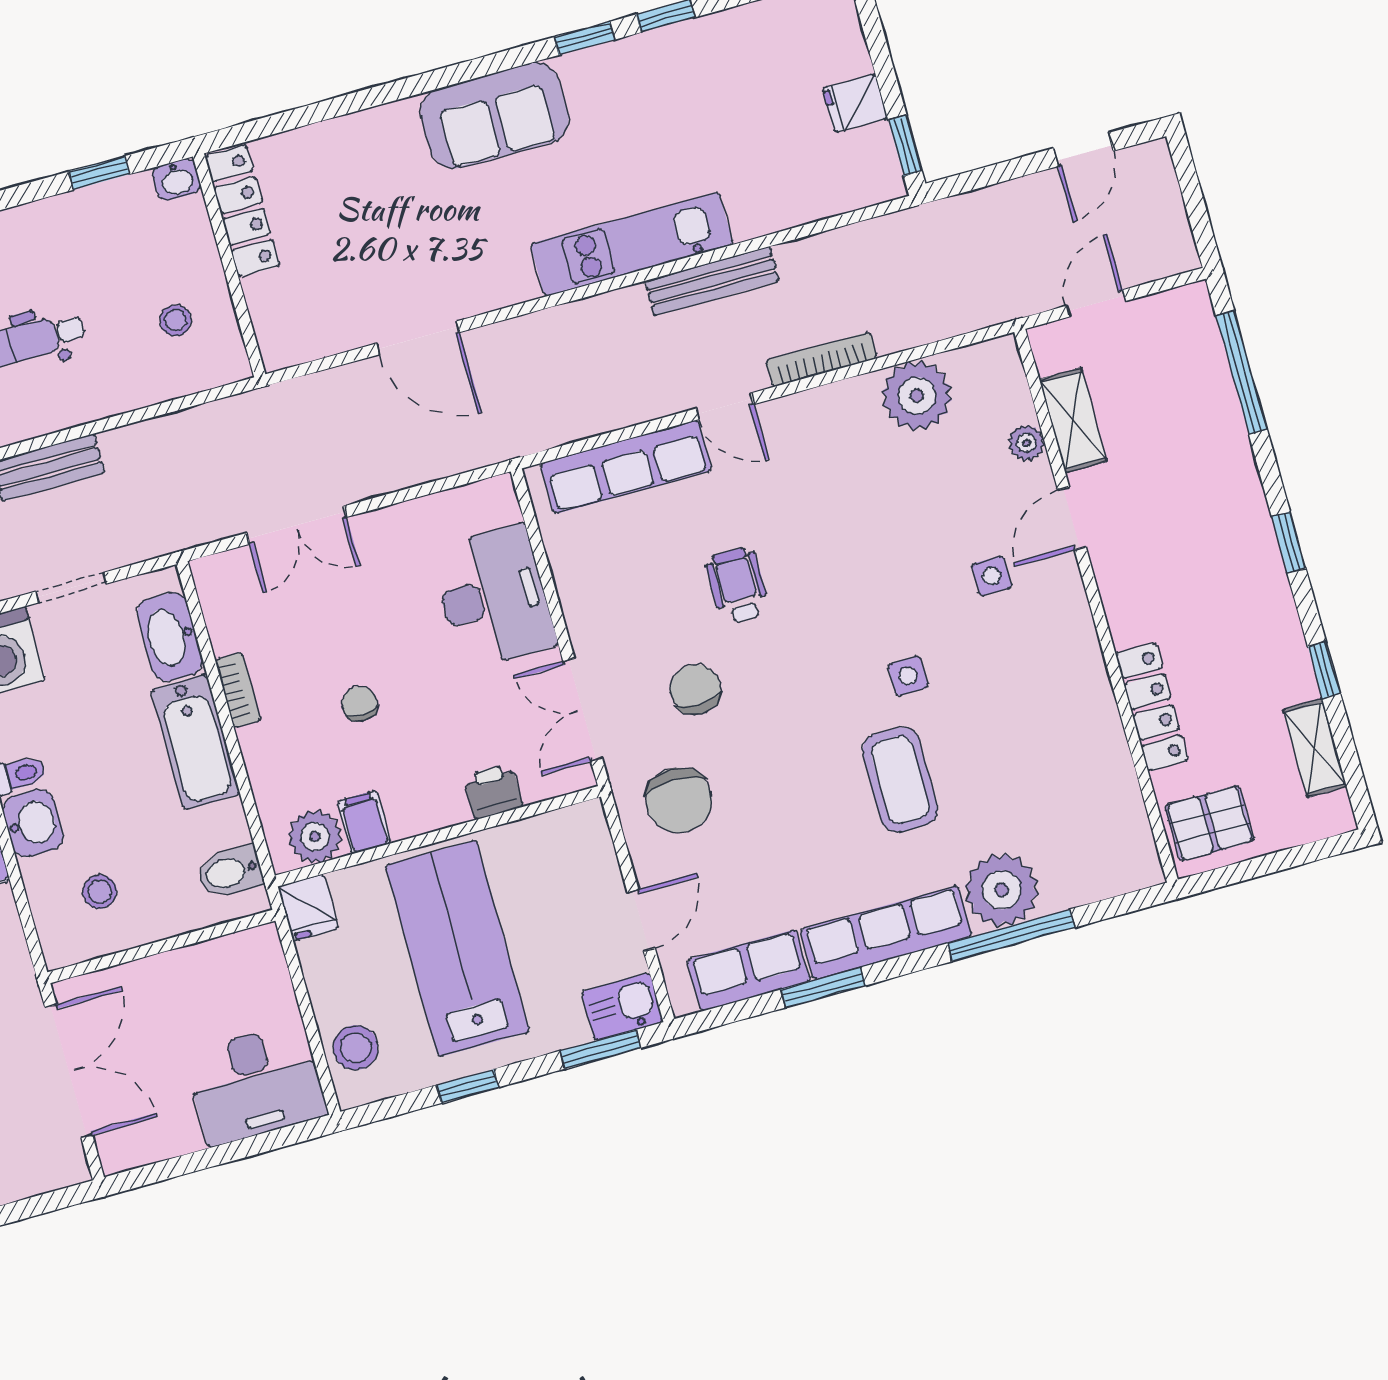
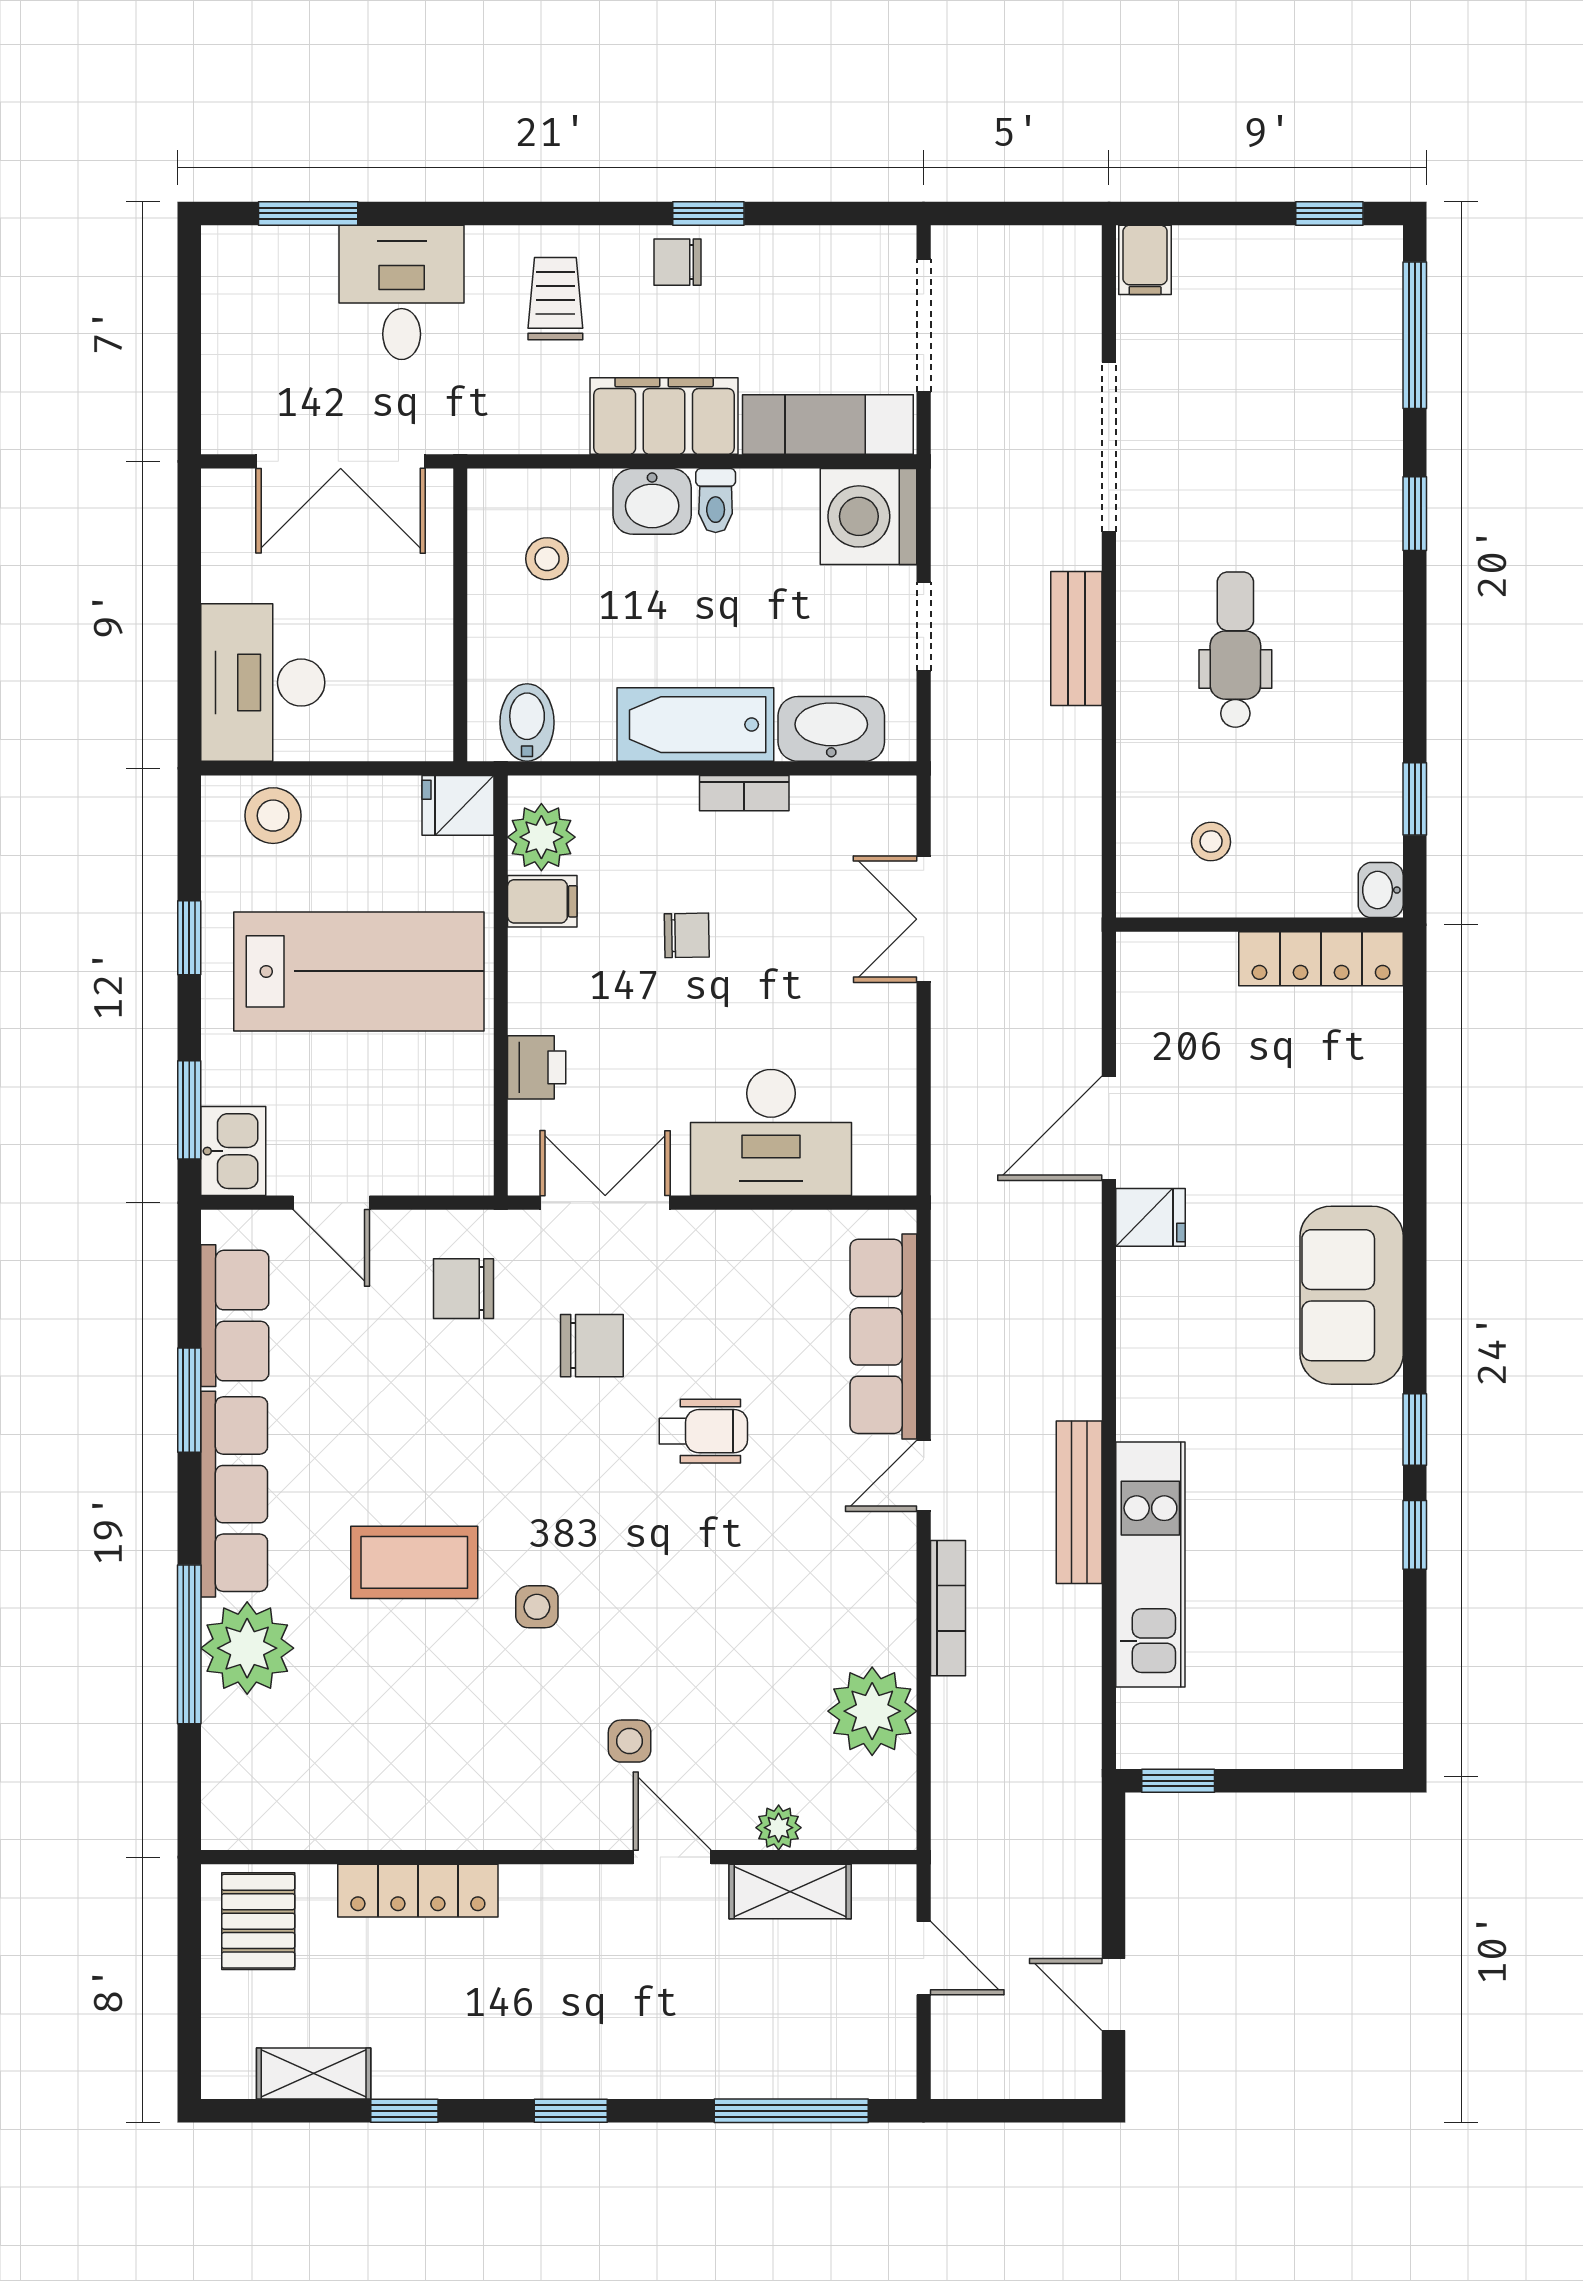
fridge: (855, 103) -> (1151, 1217), moved, turned 90
kitchen unit: (632, 244) -> (1150, 1565), moved
chair: (679, 800) -> (464, 1289), width x0.73, depth x0.73

